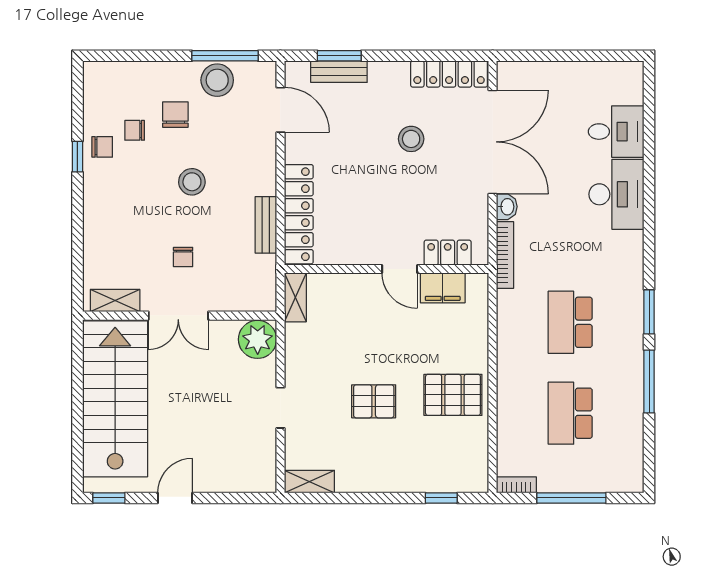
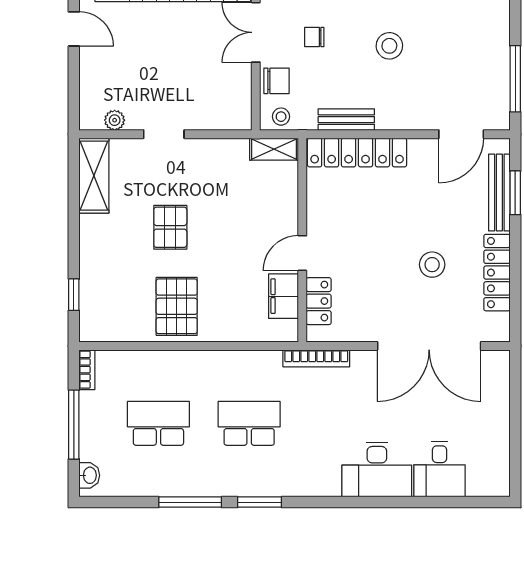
bench: (339, 72) -> (499, 193), width x1.36
locker: (449, 74) -> (497, 273), moved
stool: (217, 80) -> (281, 117), moved, width x0.53, depth x0.53
chair: (175, 115) -> (277, 81), moved
washbasin: (507, 207) -> (89, 475), moved, turned -90
plant: (258, 339) -> (115, 120), moved, width x0.53, depth x0.53
shelving: (309, 482) -> (94, 176), width x1.50, depth x1.33

